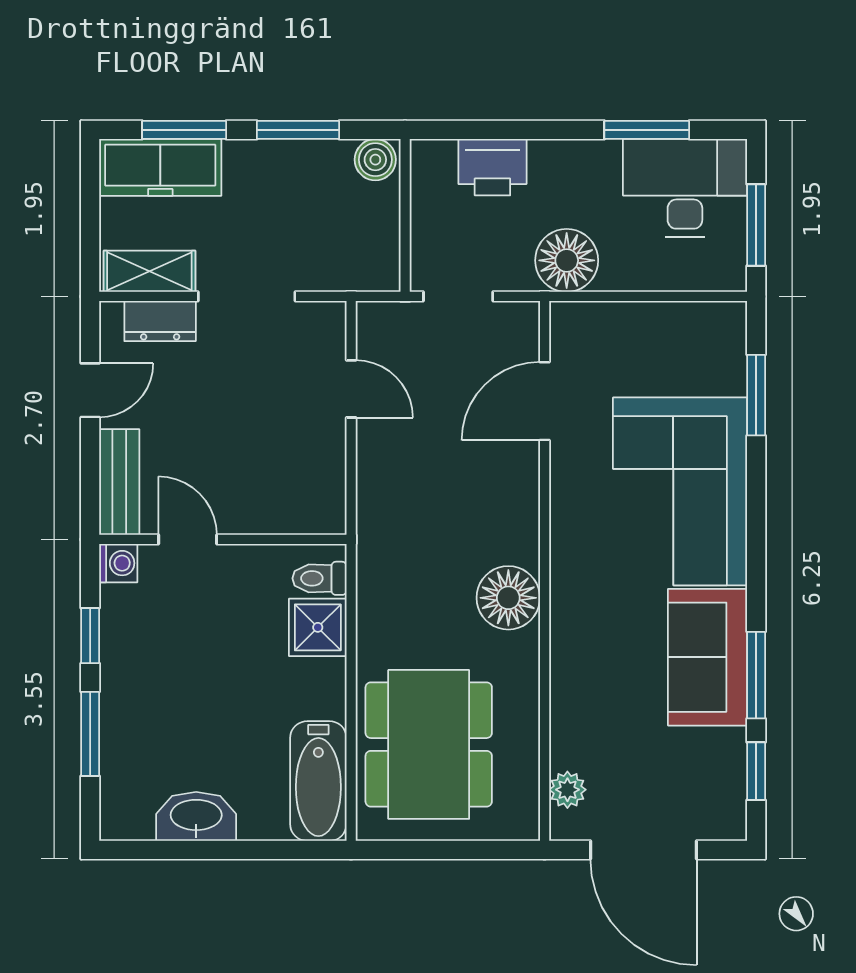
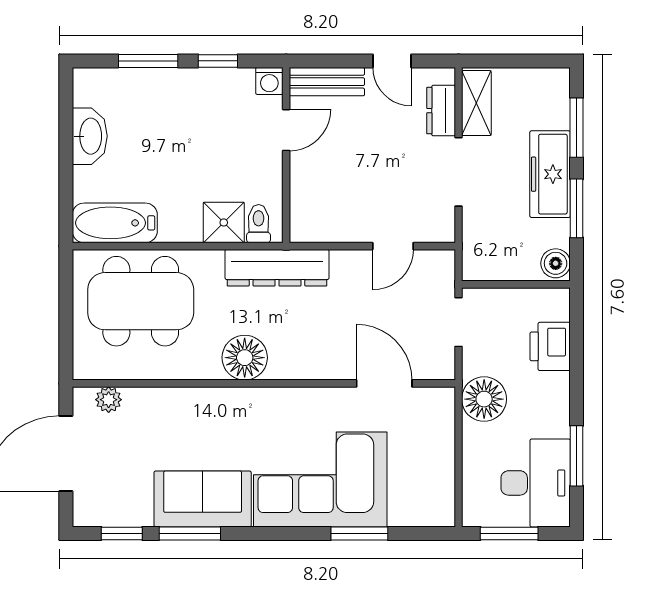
freezer: (160, 167) -> (550, 174), moved
window: (756, 395) -> (359, 533), moved
dresser: (382, 552) -> (277, 268), added

